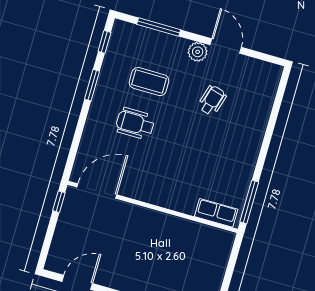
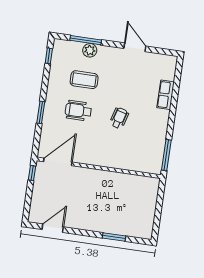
plant: (198, 52) -> (90, 50), moved
window: (92, 85) -> (41, 112), moved
wheelchair: (212, 100) -> (119, 118), moved
row of seats: (216, 213) -> (166, 95), moved, turned -90

